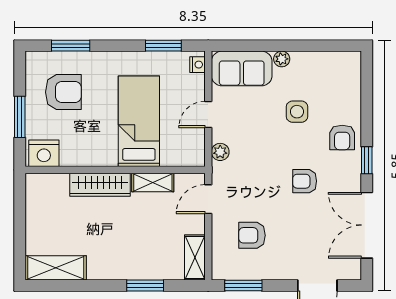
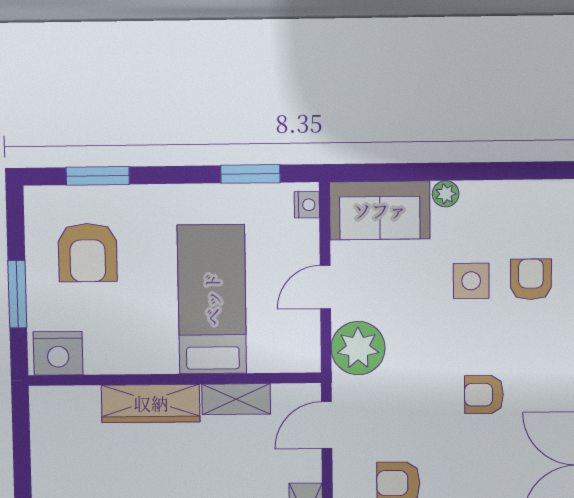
armchair: (63, 92) -> (88, 253), turned 90
armchair: (342, 137) -> (531, 279), moved, turned 180
plant: (220, 152) -> (358, 348), width x1.87, depth x1.87

